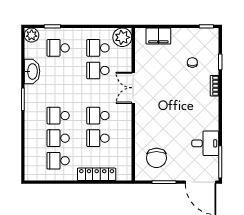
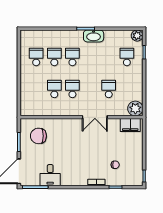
filing cabinet: (158, 36) -> (130, 125), moved, turned -90
school desk: (98, 48) -> (127, 89), removed
washbasin: (32, 71) -> (94, 36), moved
double door: (133, 88) -> (95, 117), swing flipped
locker: (97, 174) -> (25, 88), removed

